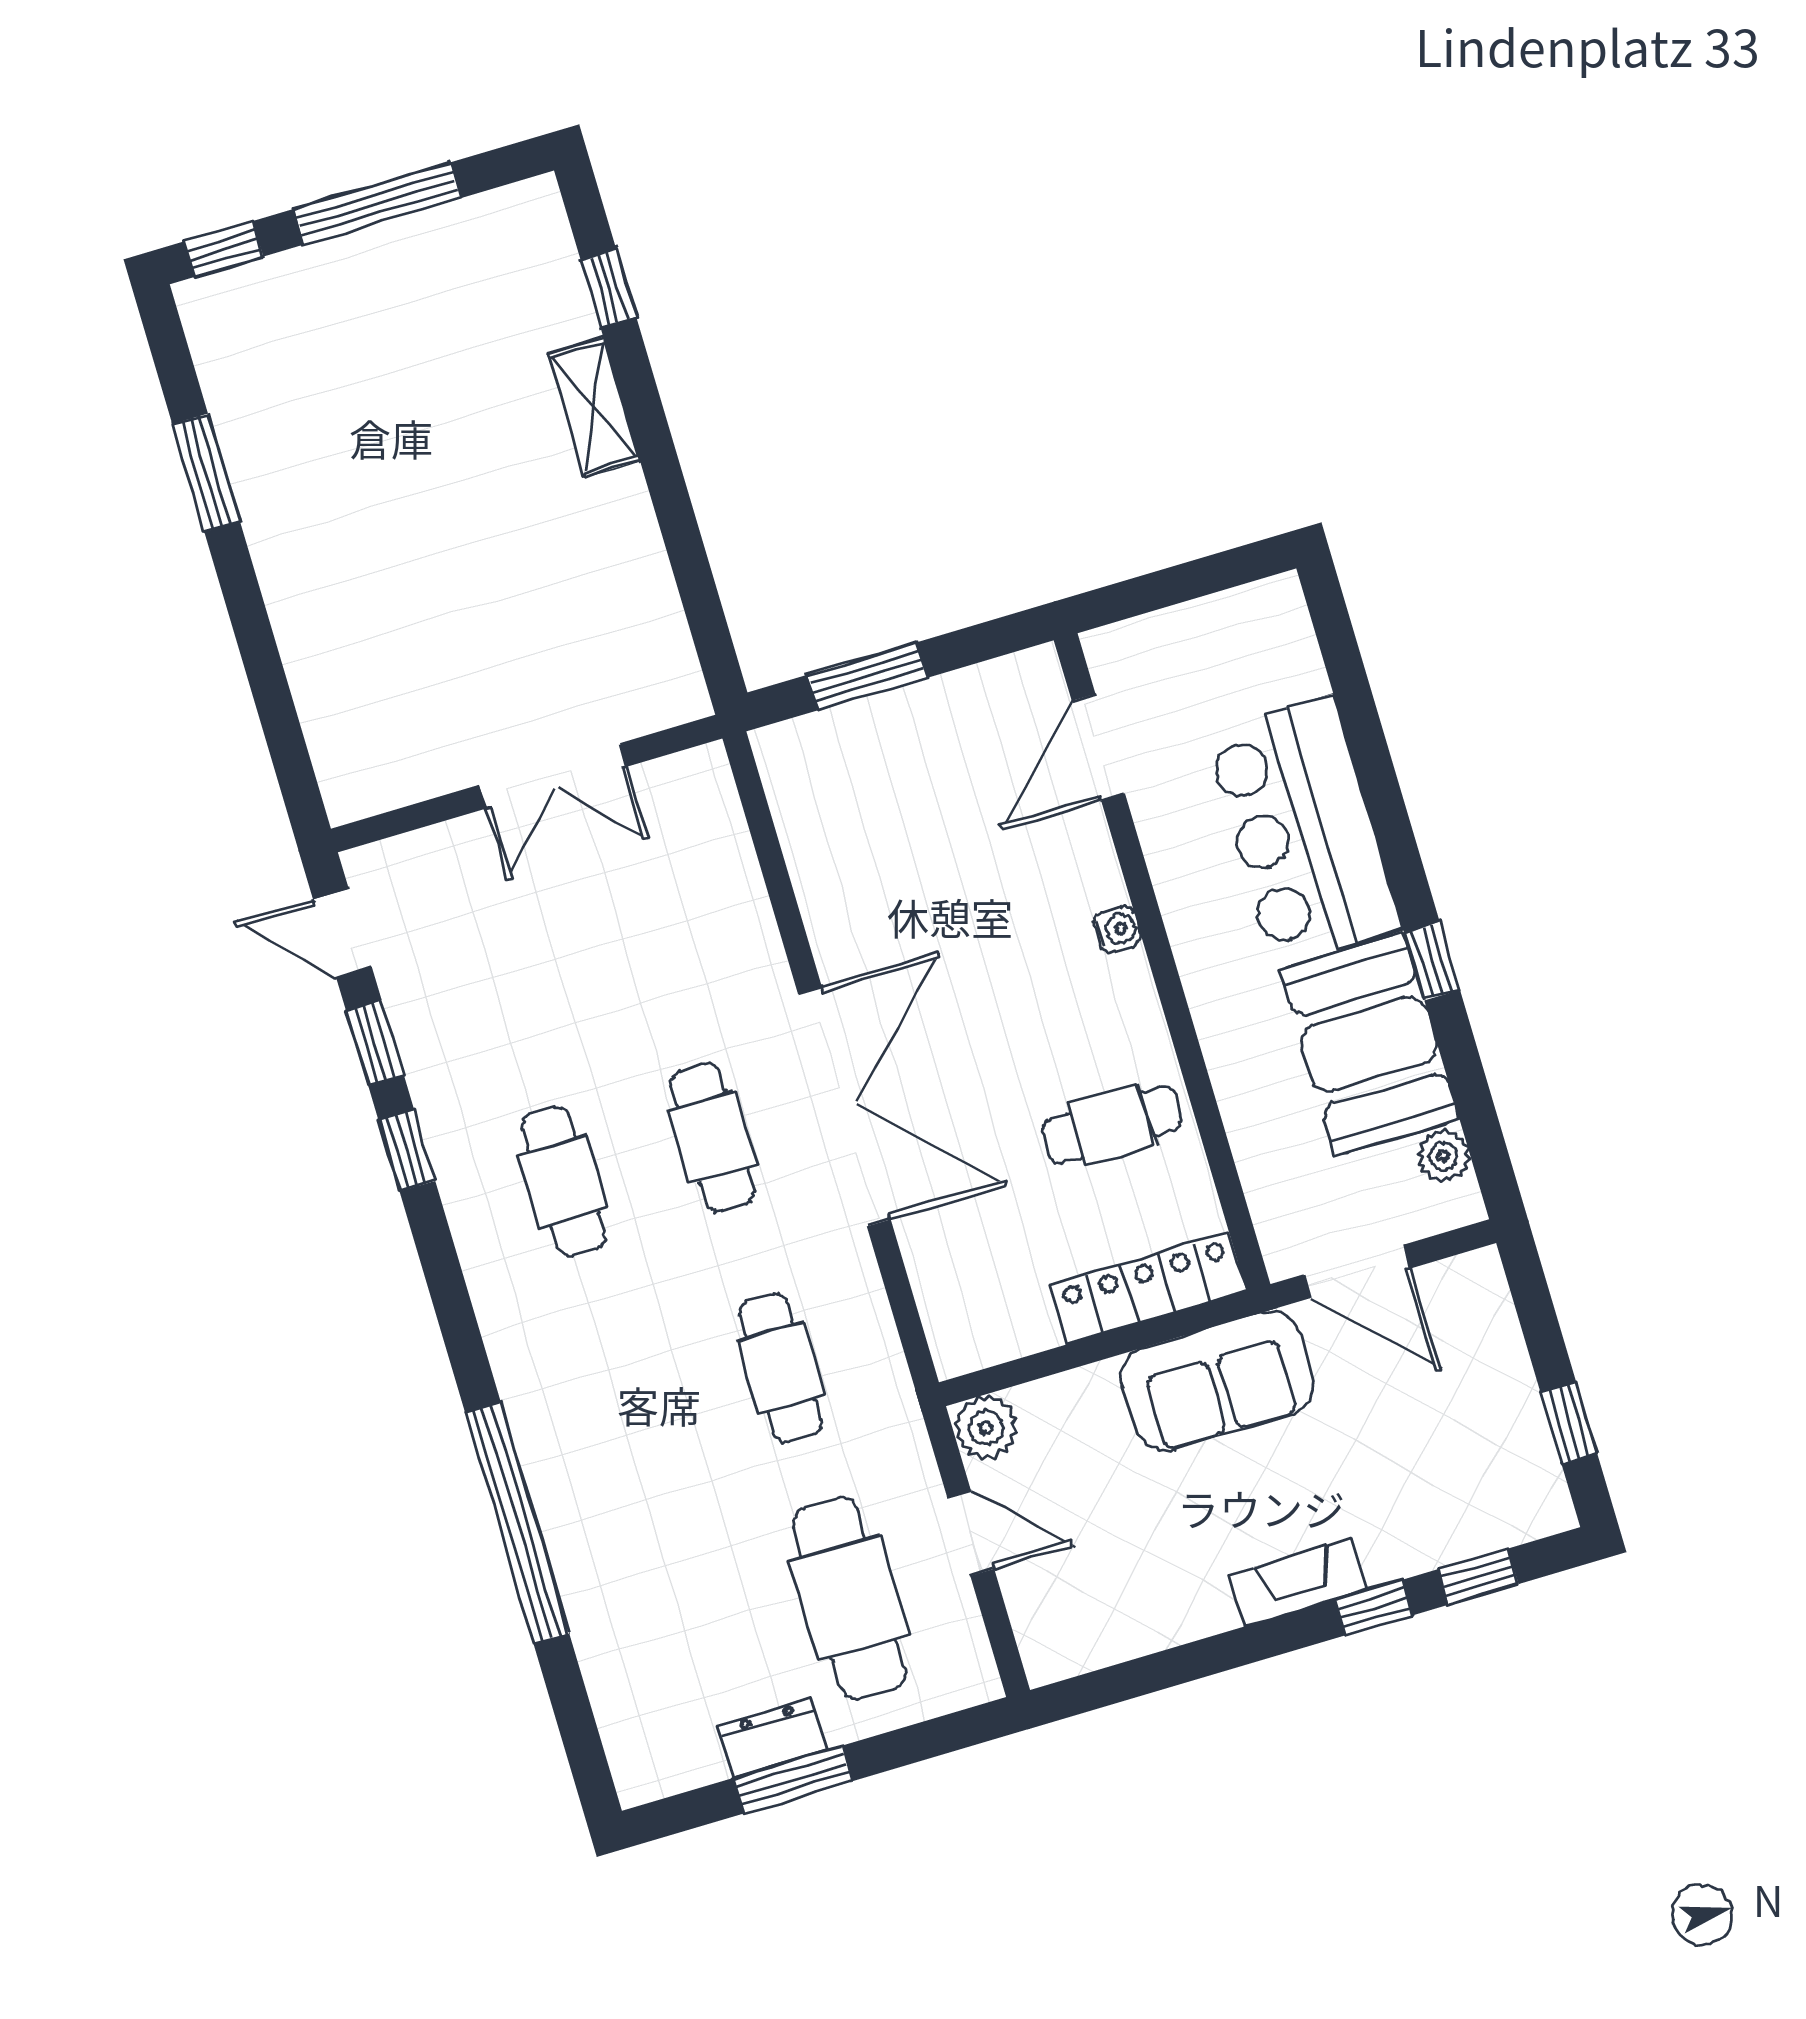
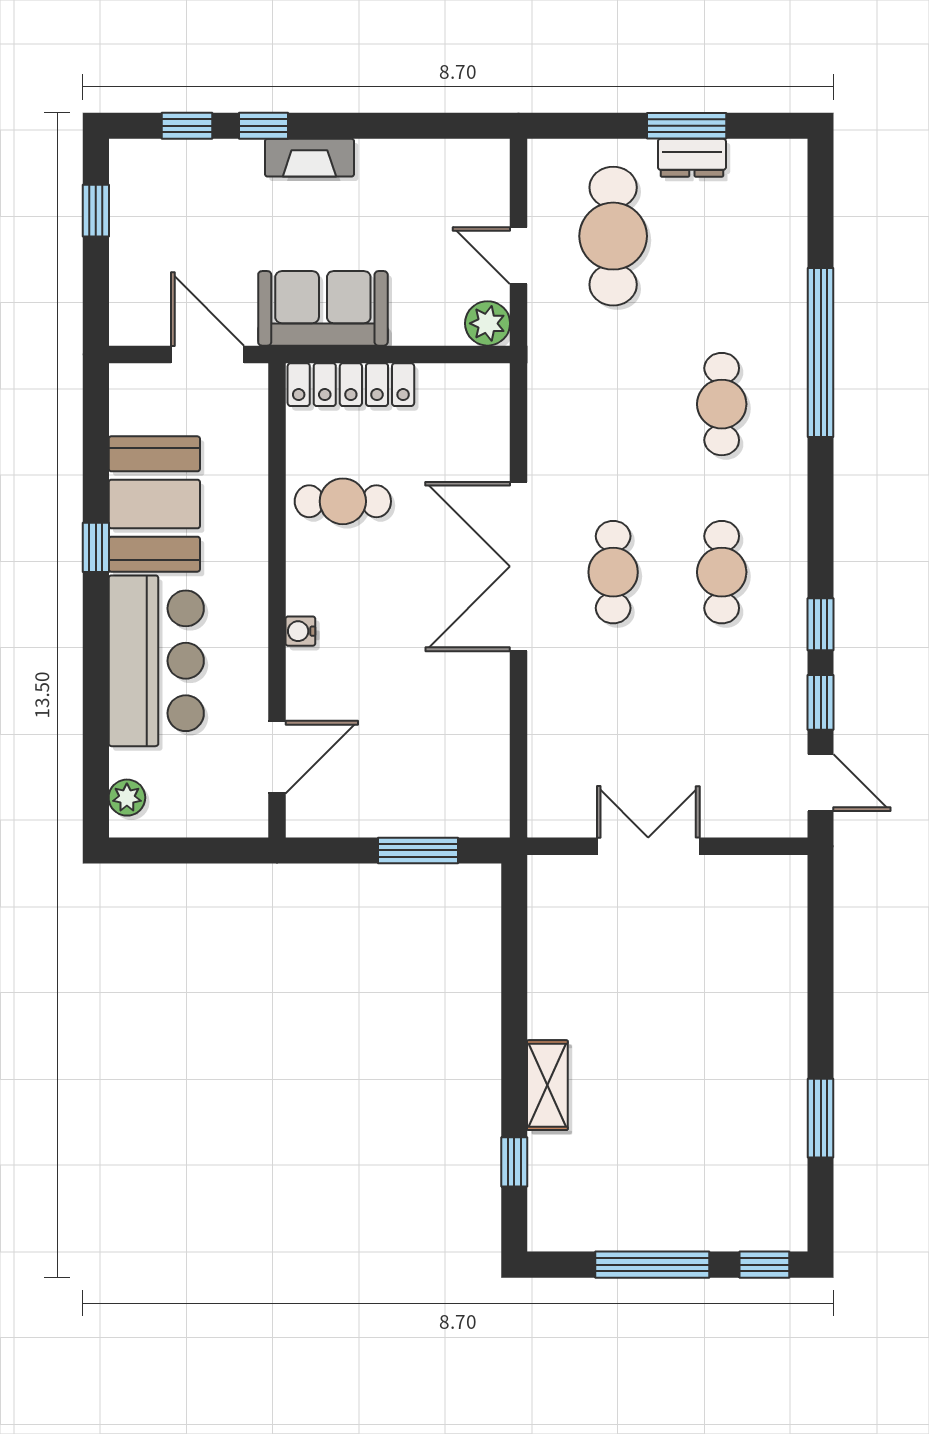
plant: (1443, 1156) -> (127, 798), moved
cafe table: (781, 1368) -> (722, 404), moved

